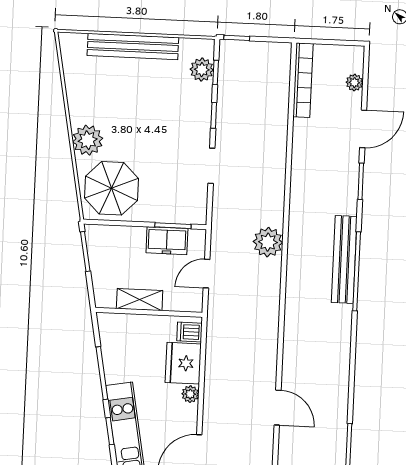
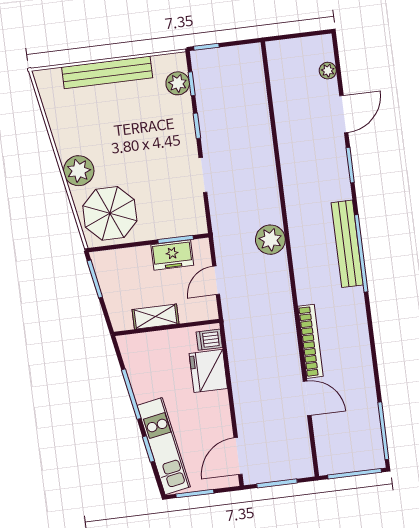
bookcase: (303, 80) -> (311, 341), moved
plant: (190, 394) -> (220, 400), removed

